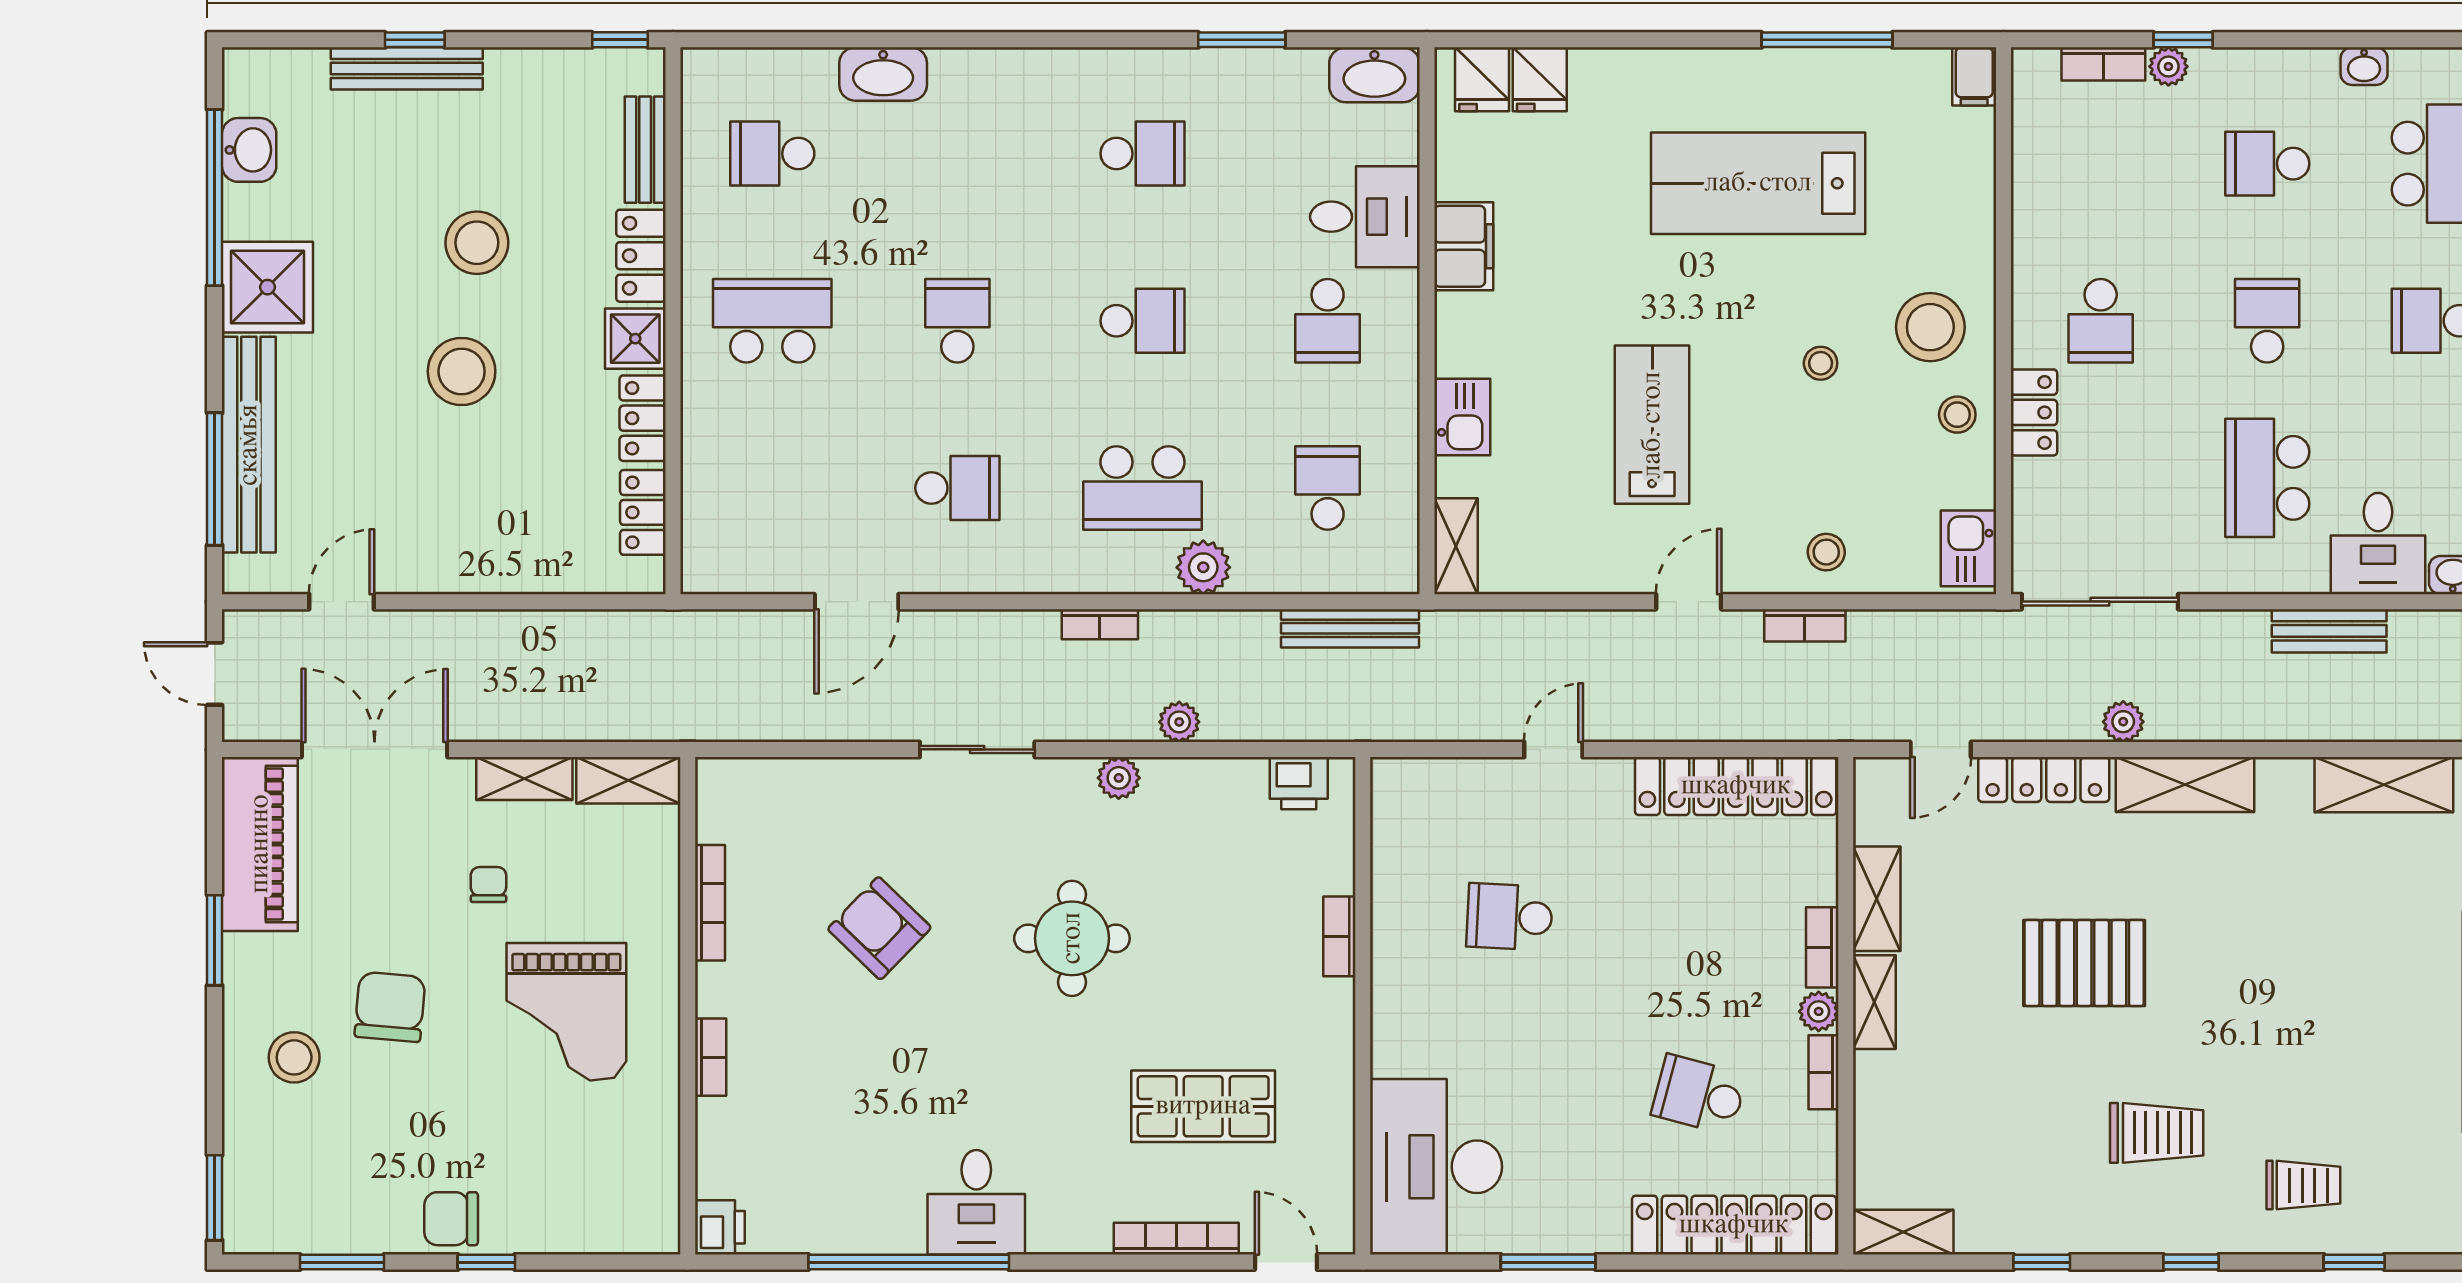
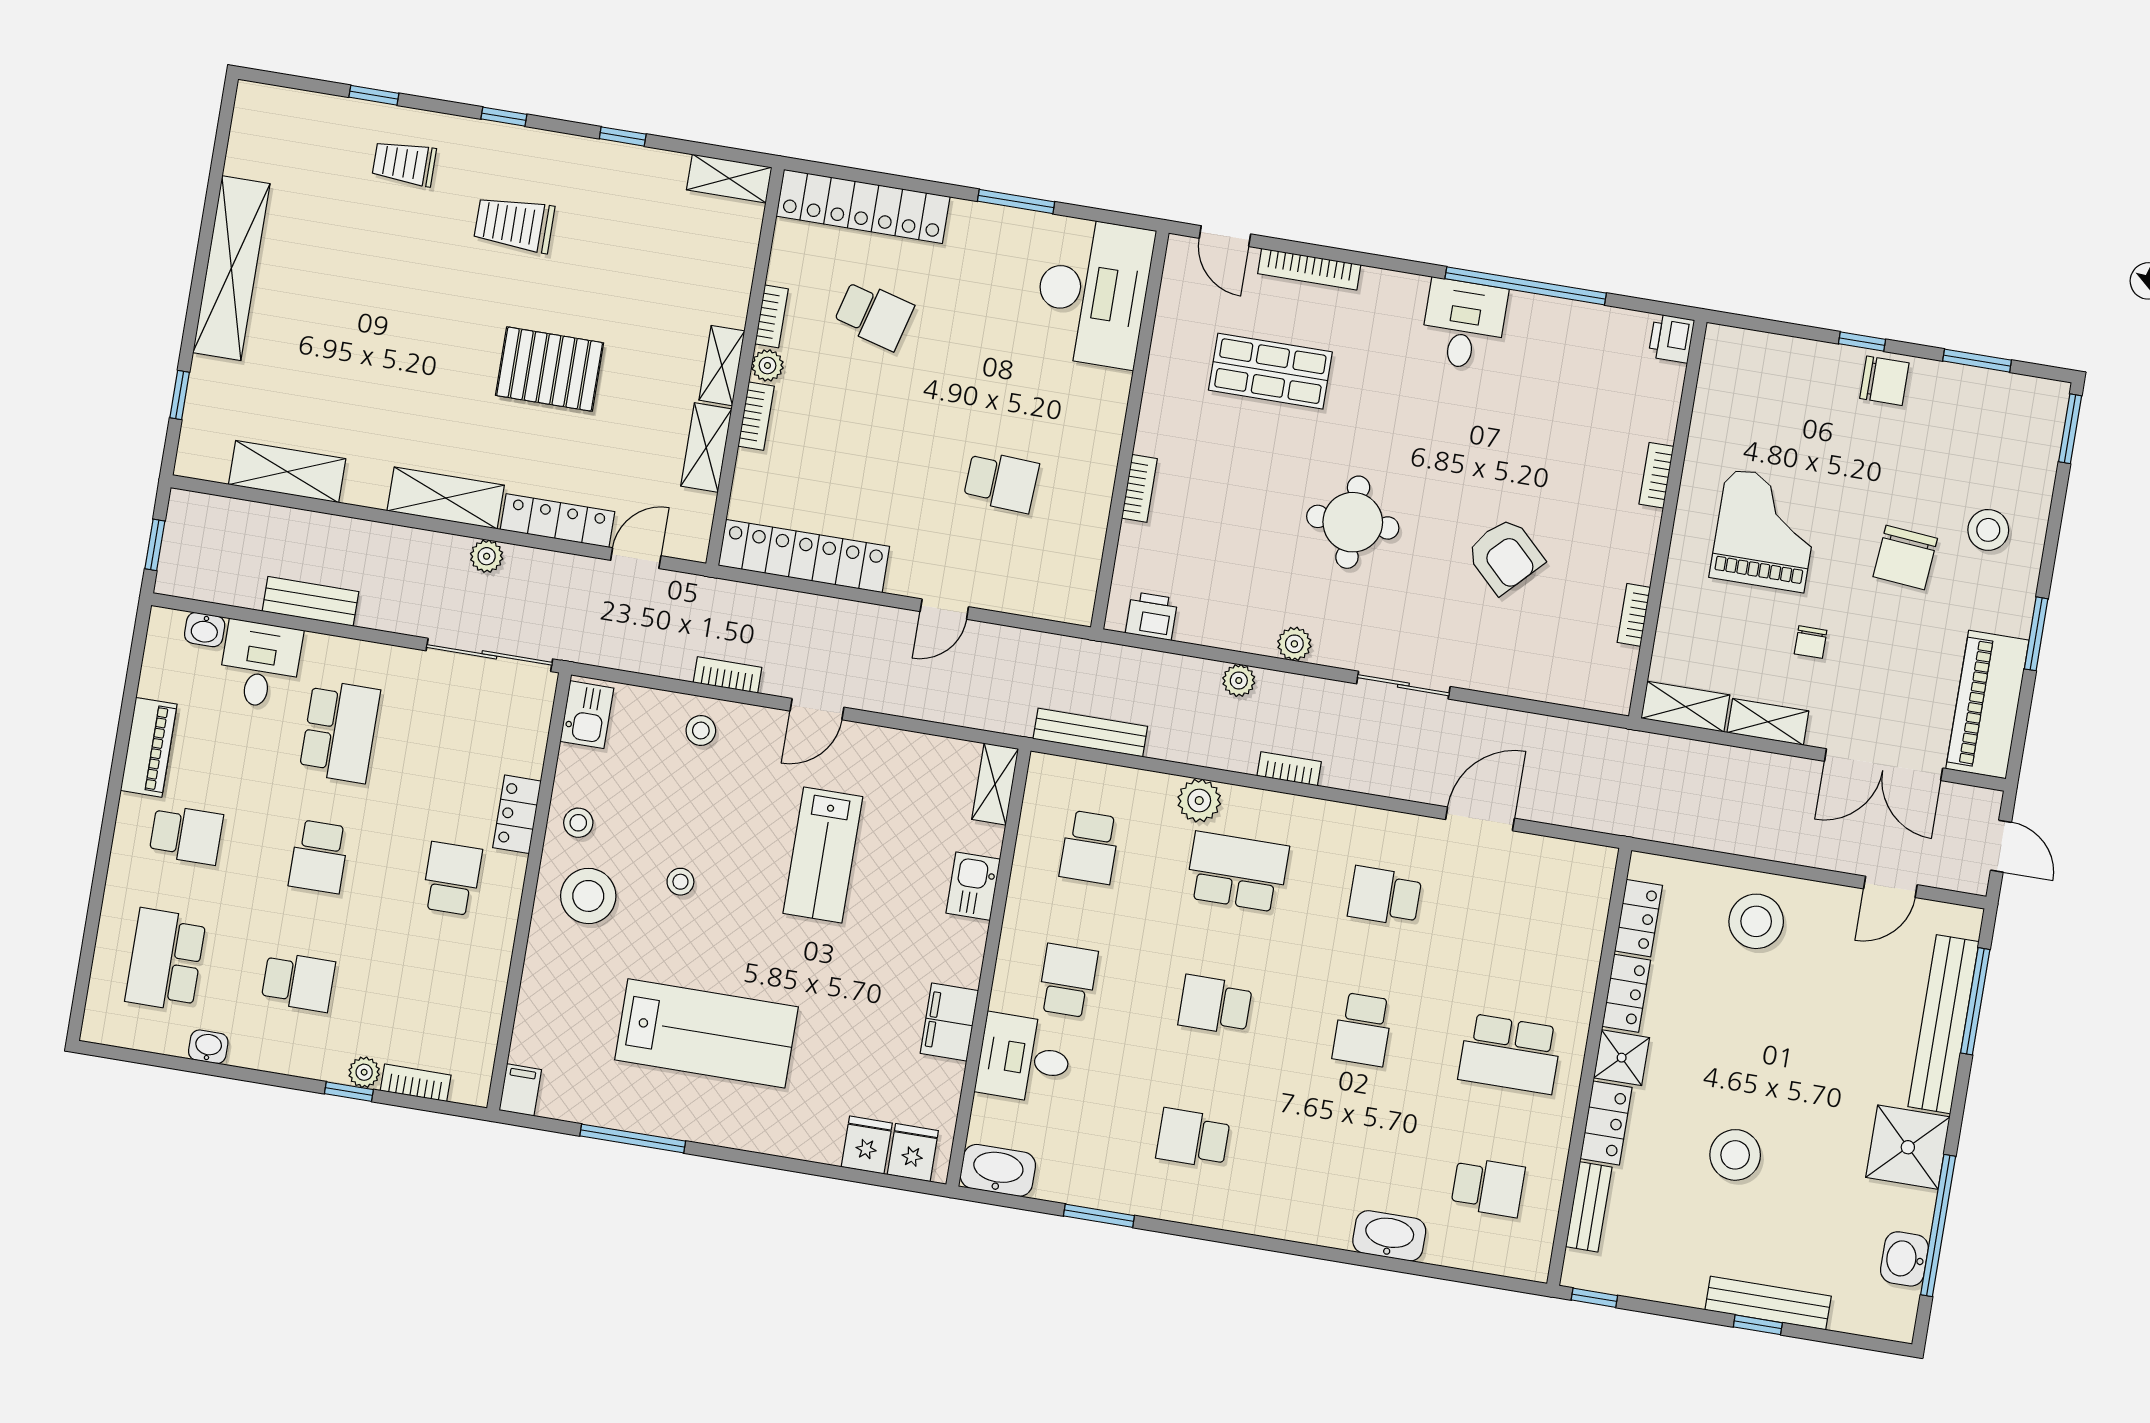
stool: (462, 371) -> (1756, 921), moved
bookcase: (710, 903) -> (1634, 615), width x0.64

